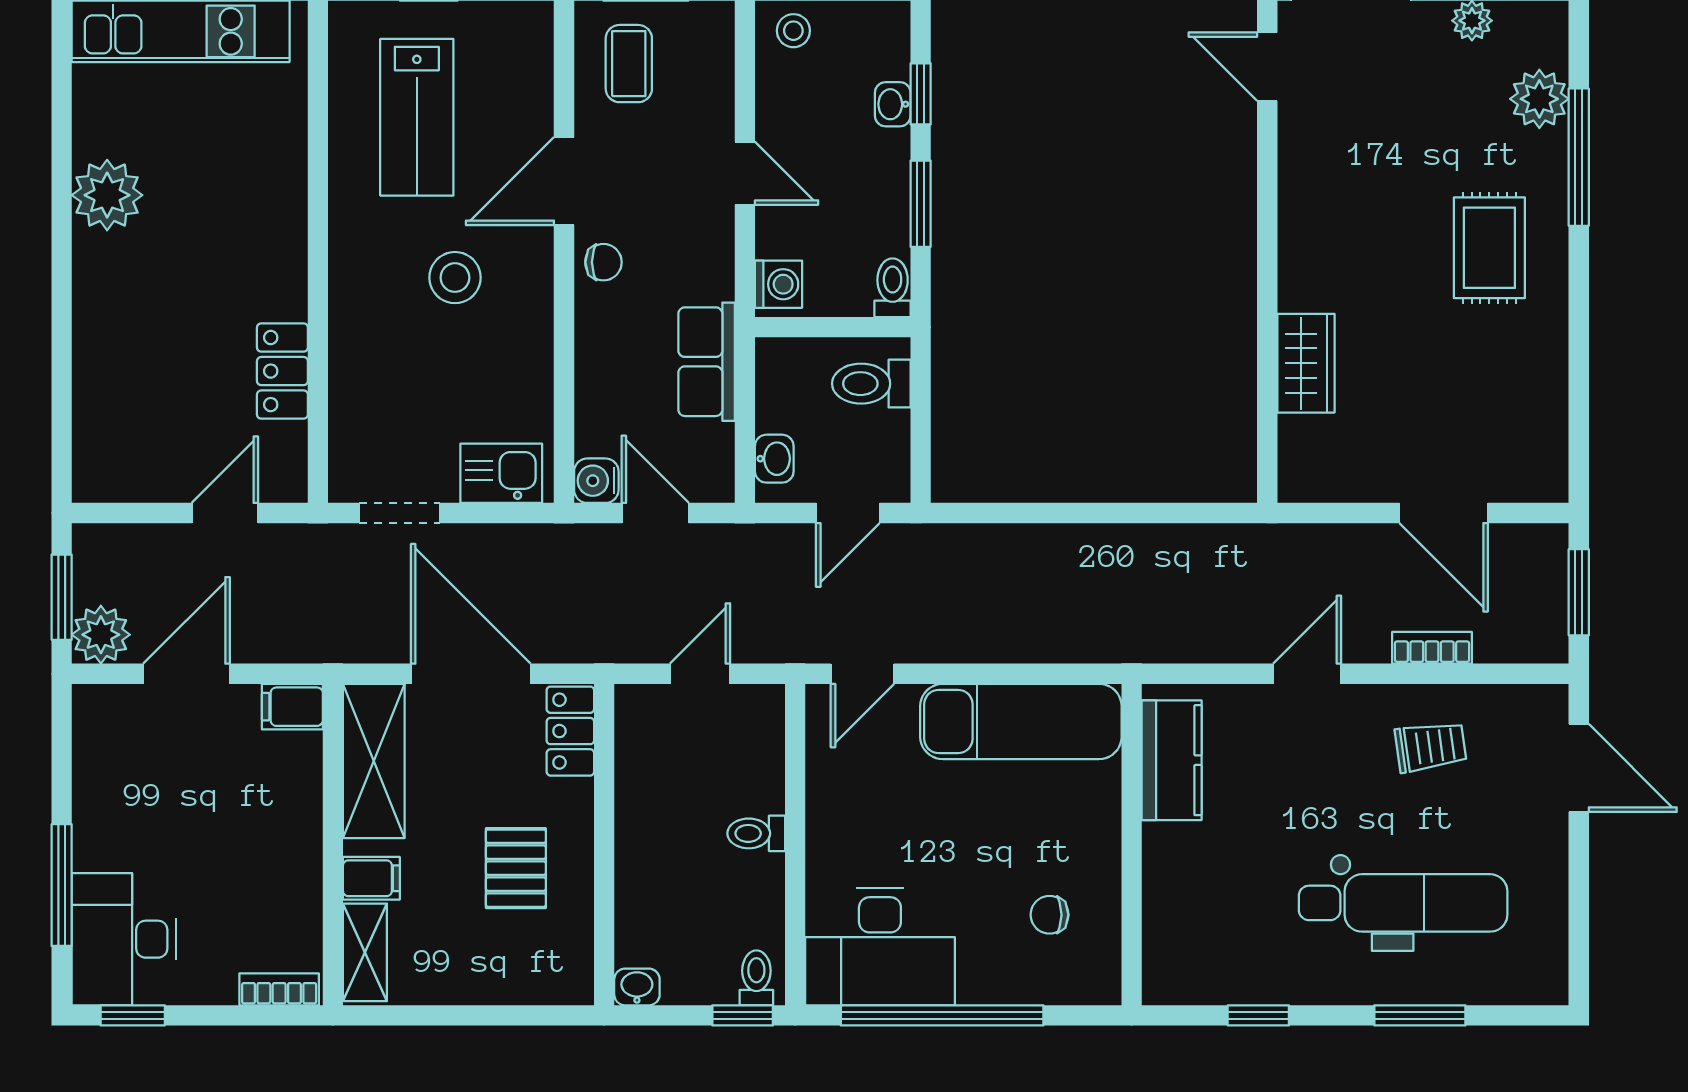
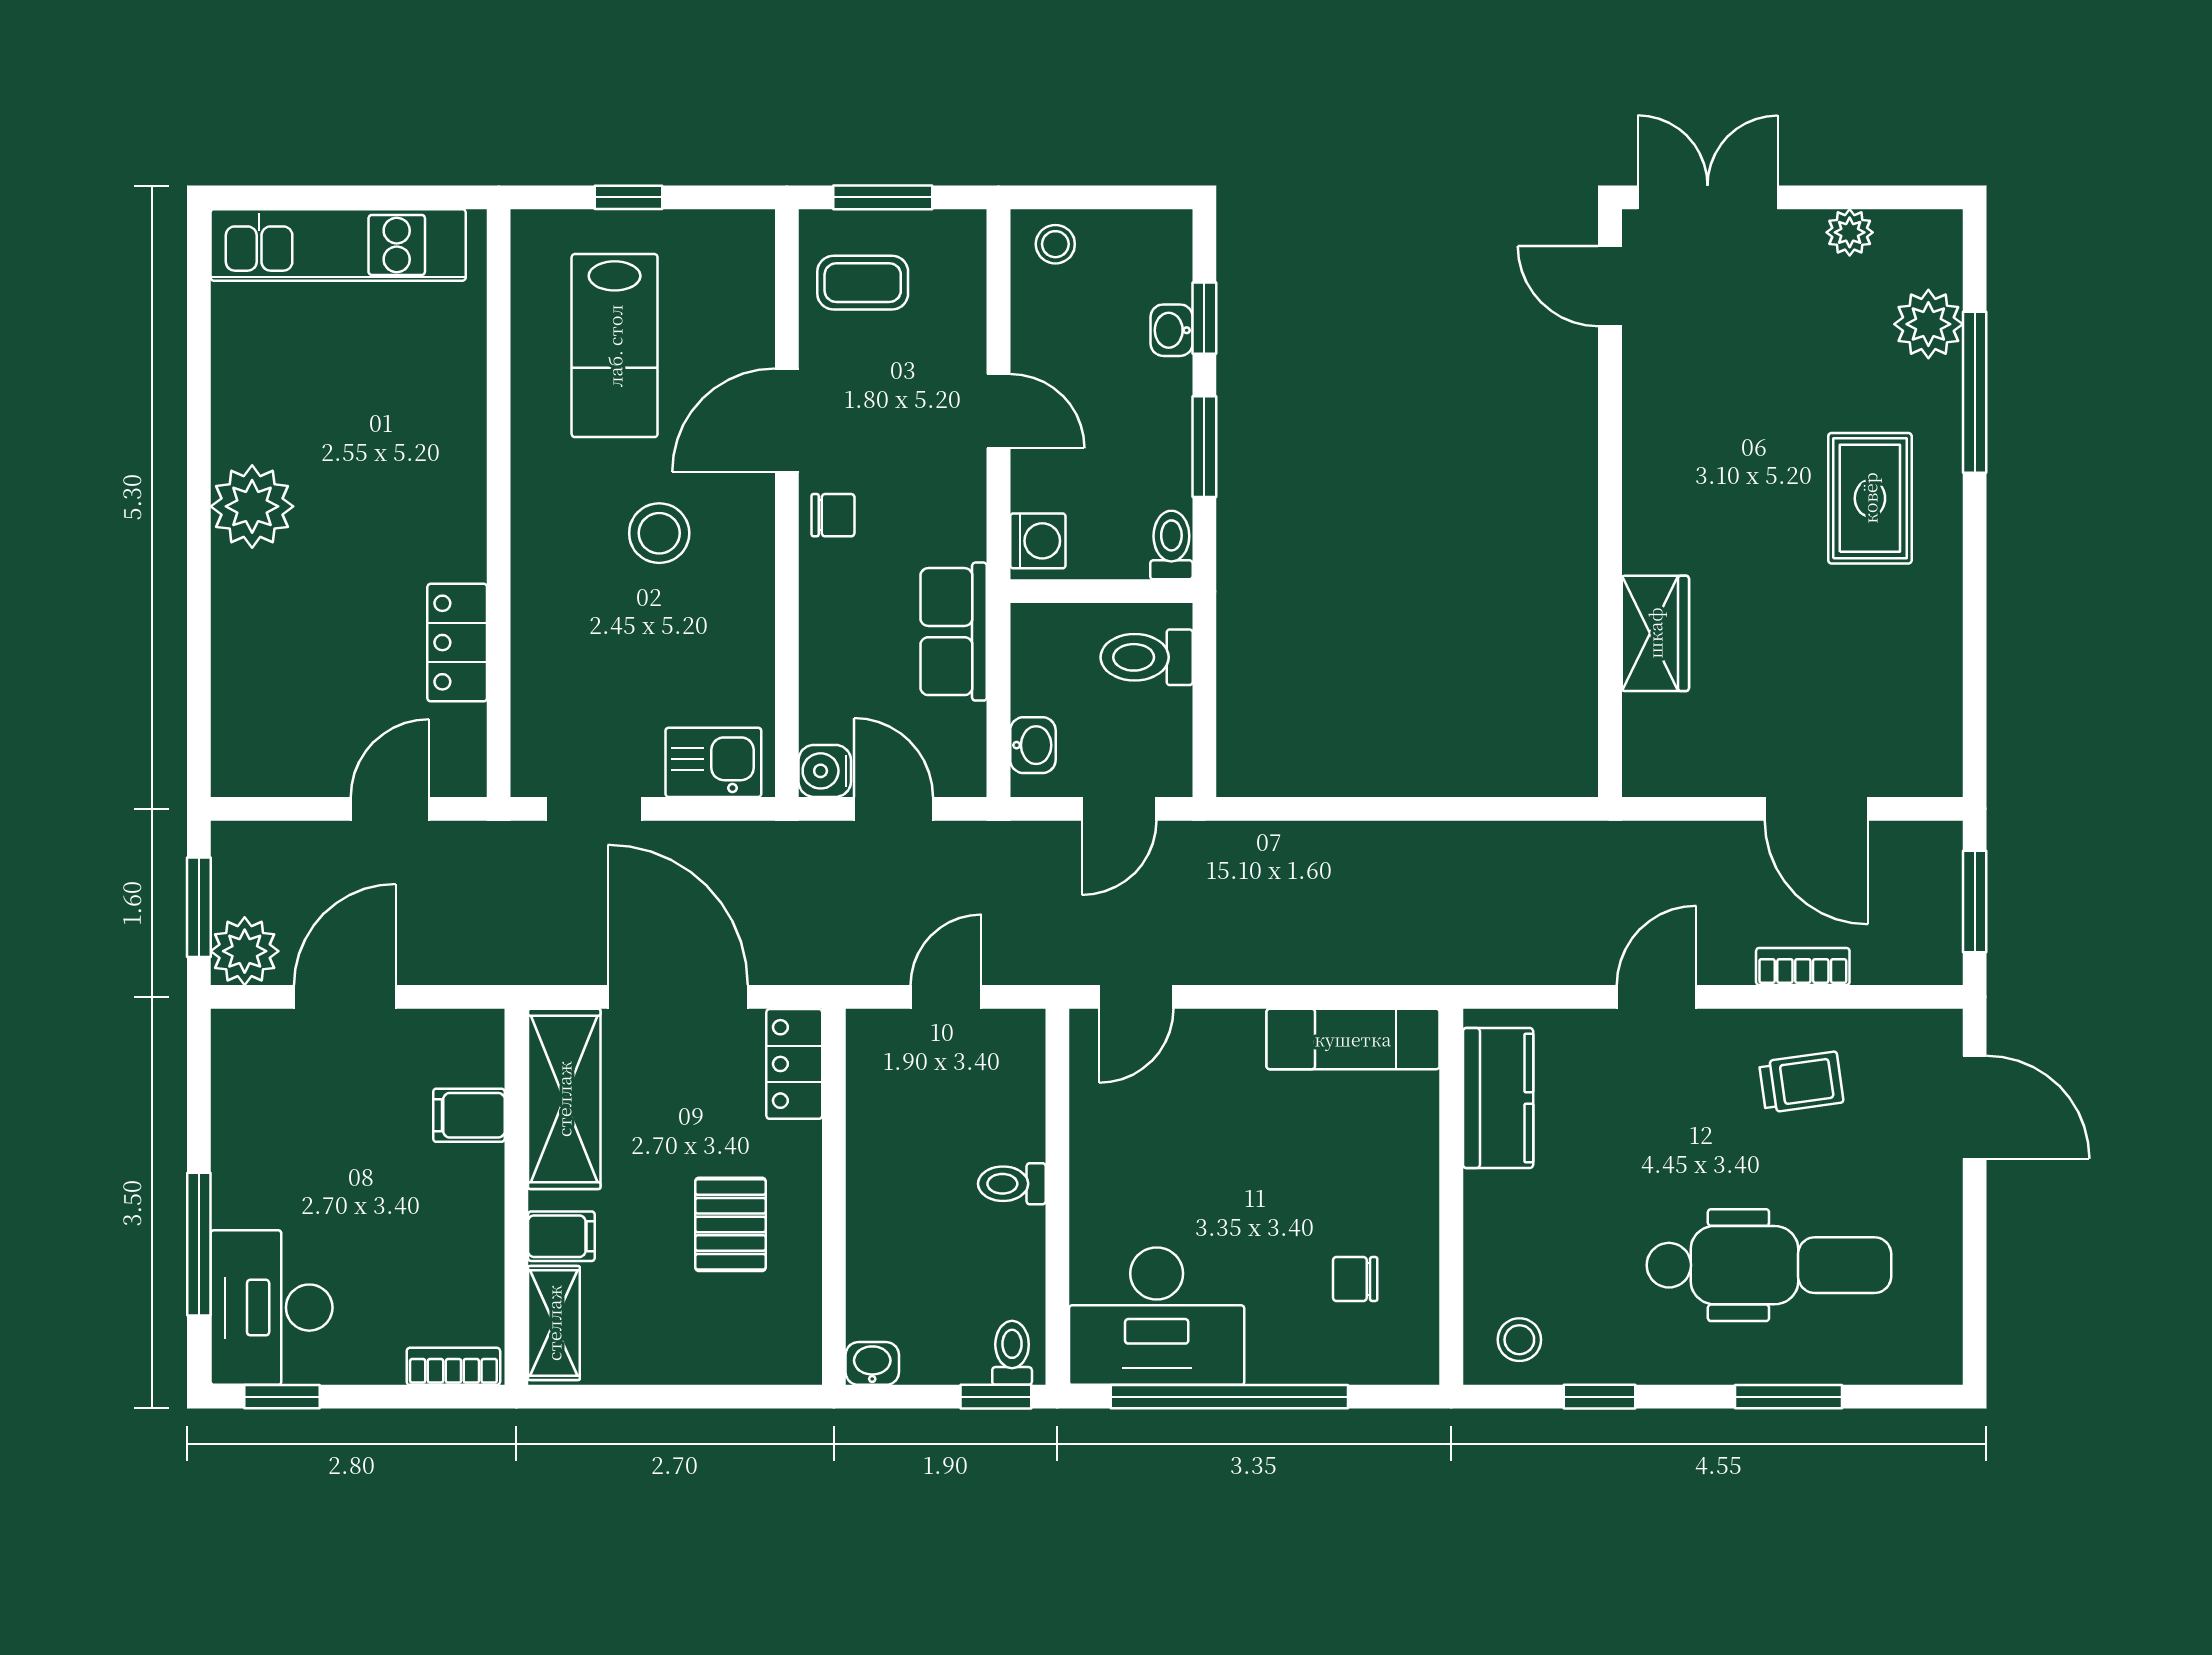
coffee table: (629, 64) -> (863, 283), turned 90
plant: (107, 195) -> (252, 506), moved
filing cabinet: (292, 707) -> (469, 1115), moved
exam couch: (1021, 721) -> (1353, 1039), width x0.73, depth x0.69
stool: (1190, 967) -> (1519, 1340), added

